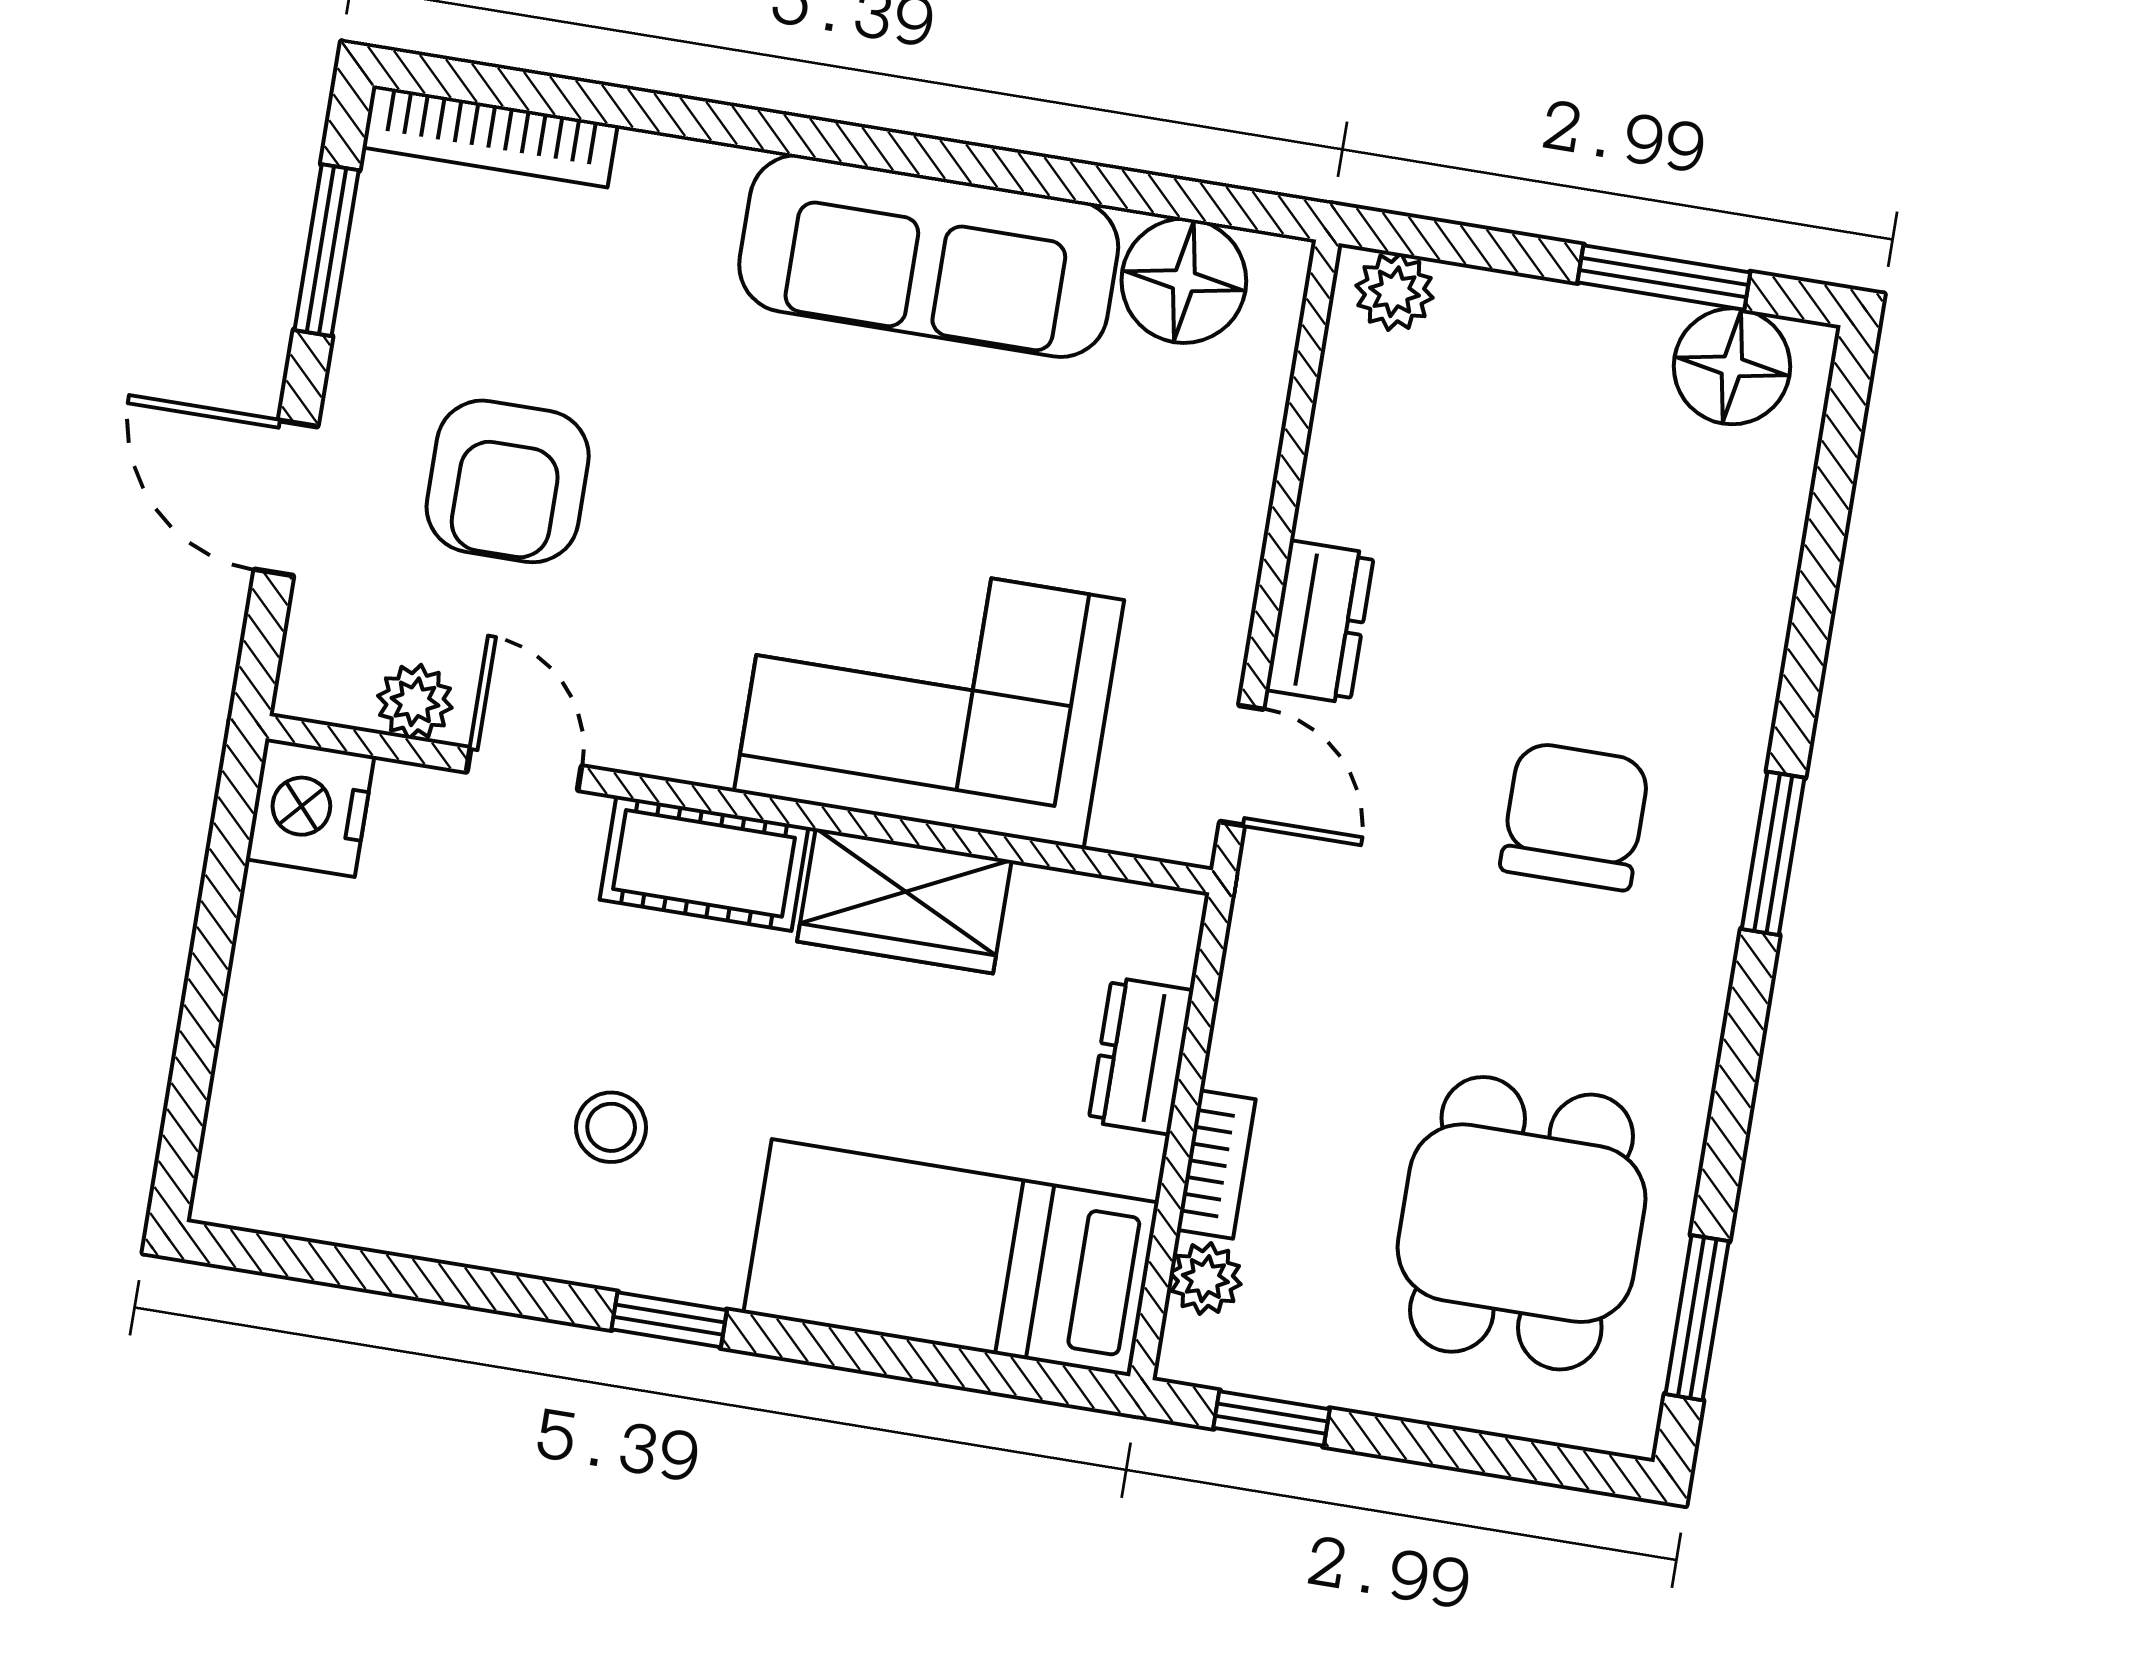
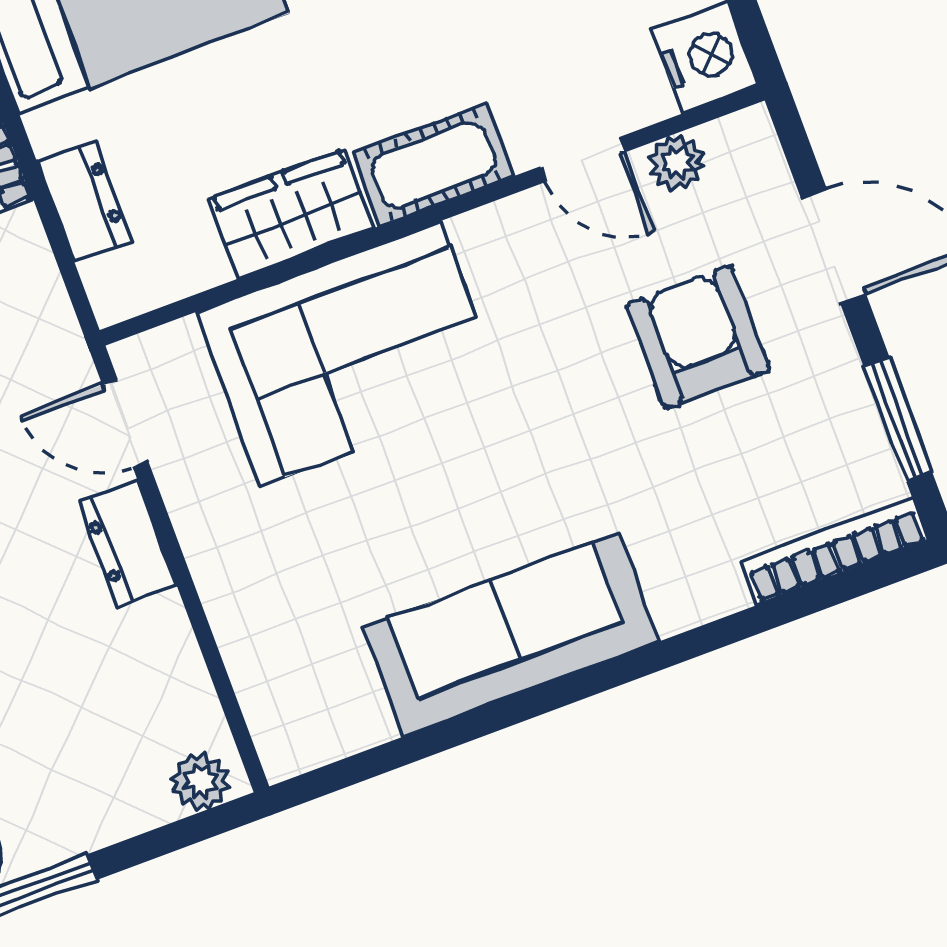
floor lamp: (1184, 281) -> (339, 712), removed

